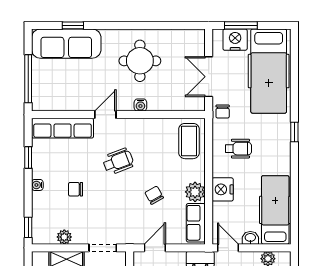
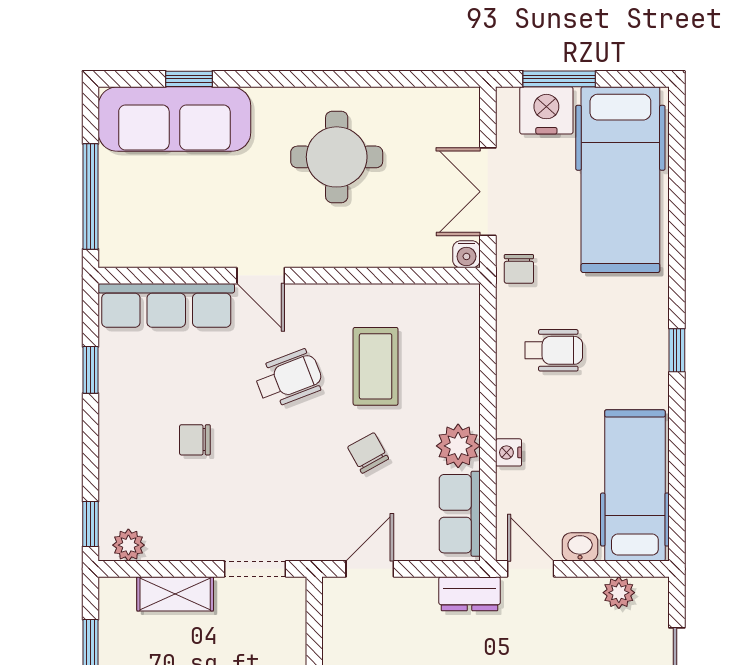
water cooler: (140, 105) -> (466, 254), moved
door: (105, 115) -> (261, 276), swing flipped
window: (294, 132) -> (677, 350), moved
coffee table: (189, 141) -> (376, 366), moved
water cooler: (37, 185) -> (111, 430), removed
nightstand: (223, 189) -> (509, 452), width x0.53, depth x0.56
plant: (64, 237) -> (128, 545), moved

